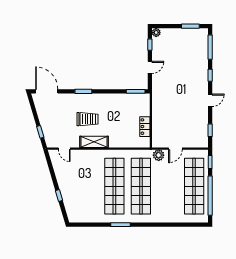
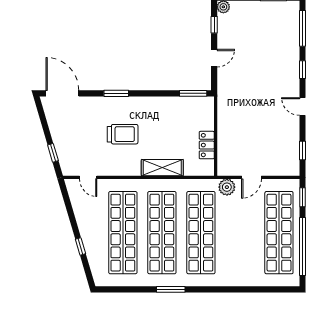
door: (210, 100) -> (303, 107), swing flipped
shelving: (94, 142) -> (162, 168), moved
shop shelf: (88, 186) -> (123, 233), added

